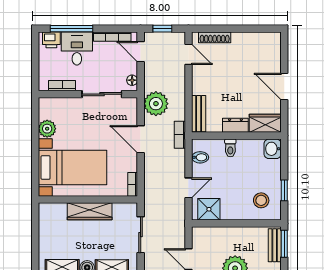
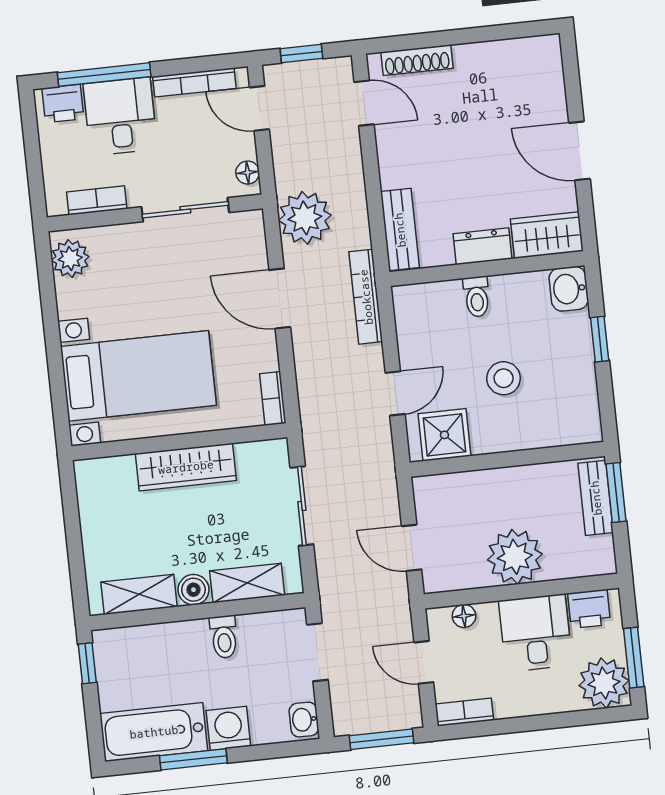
plant: (47, 129) -> (70, 259), moved
bookcase: (180, 135) -> (366, 297), width x1.56
bidet: (200, 157) -> (413, 324), removed
window: (284, 190) -> (600, 339), moved
stool: (261, 200) -> (504, 378), moved

